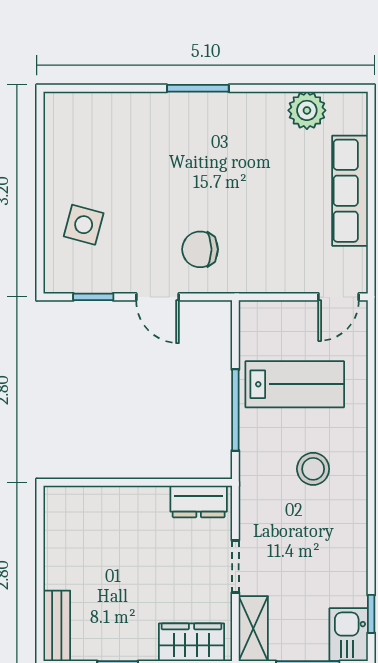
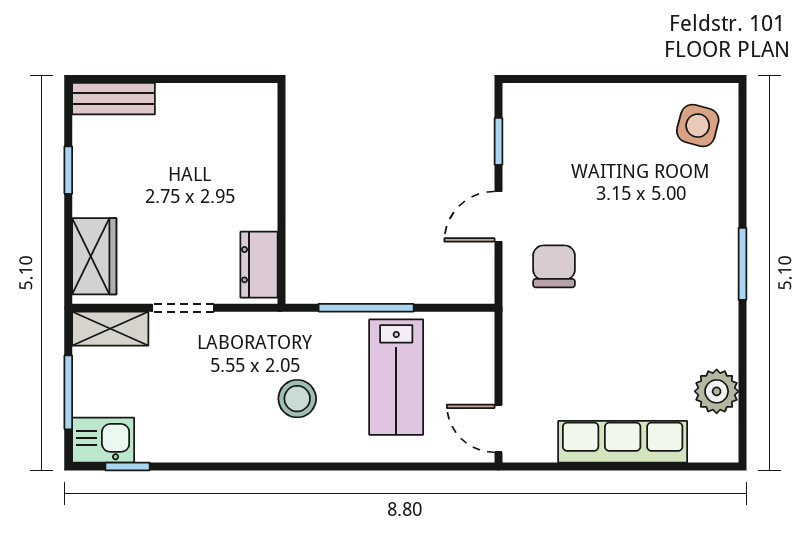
side table: (84, 225) -> (698, 126), moved

